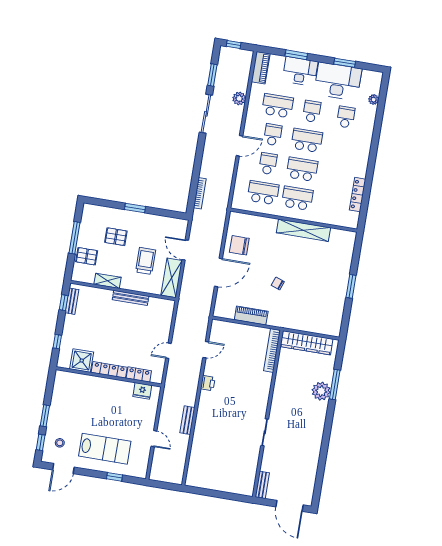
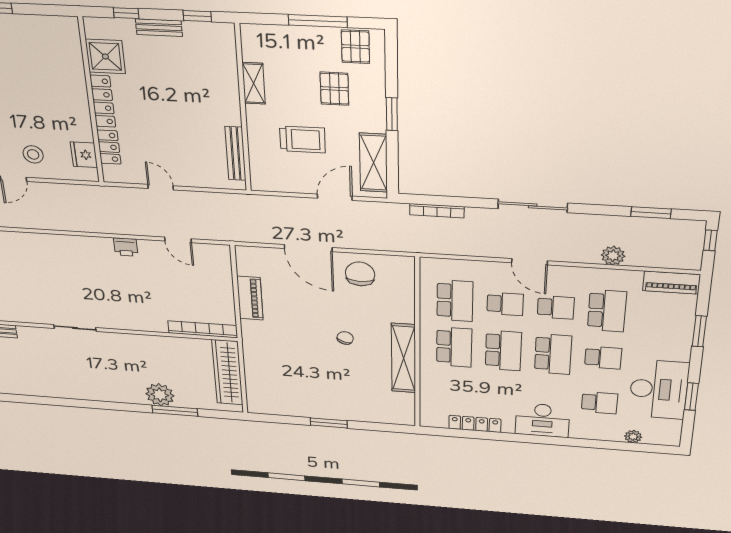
desk: (300, 71) -> (542, 420), moved, turned 90
sliding door: (206, 114) -> (533, 206), moved
pallet: (87, 256) -> (355, 47), moved
shelving: (172, 278) -> (373, 163), moved, turned 90
chair: (278, 283) -> (345, 338), moved
bench: (131, 298) -> (235, 153), moved
bench: (72, 301) -> (159, 28), moved
bench: (187, 420) -> (58, 223), removed
stool: (139, 421) -> (33, 154), added

